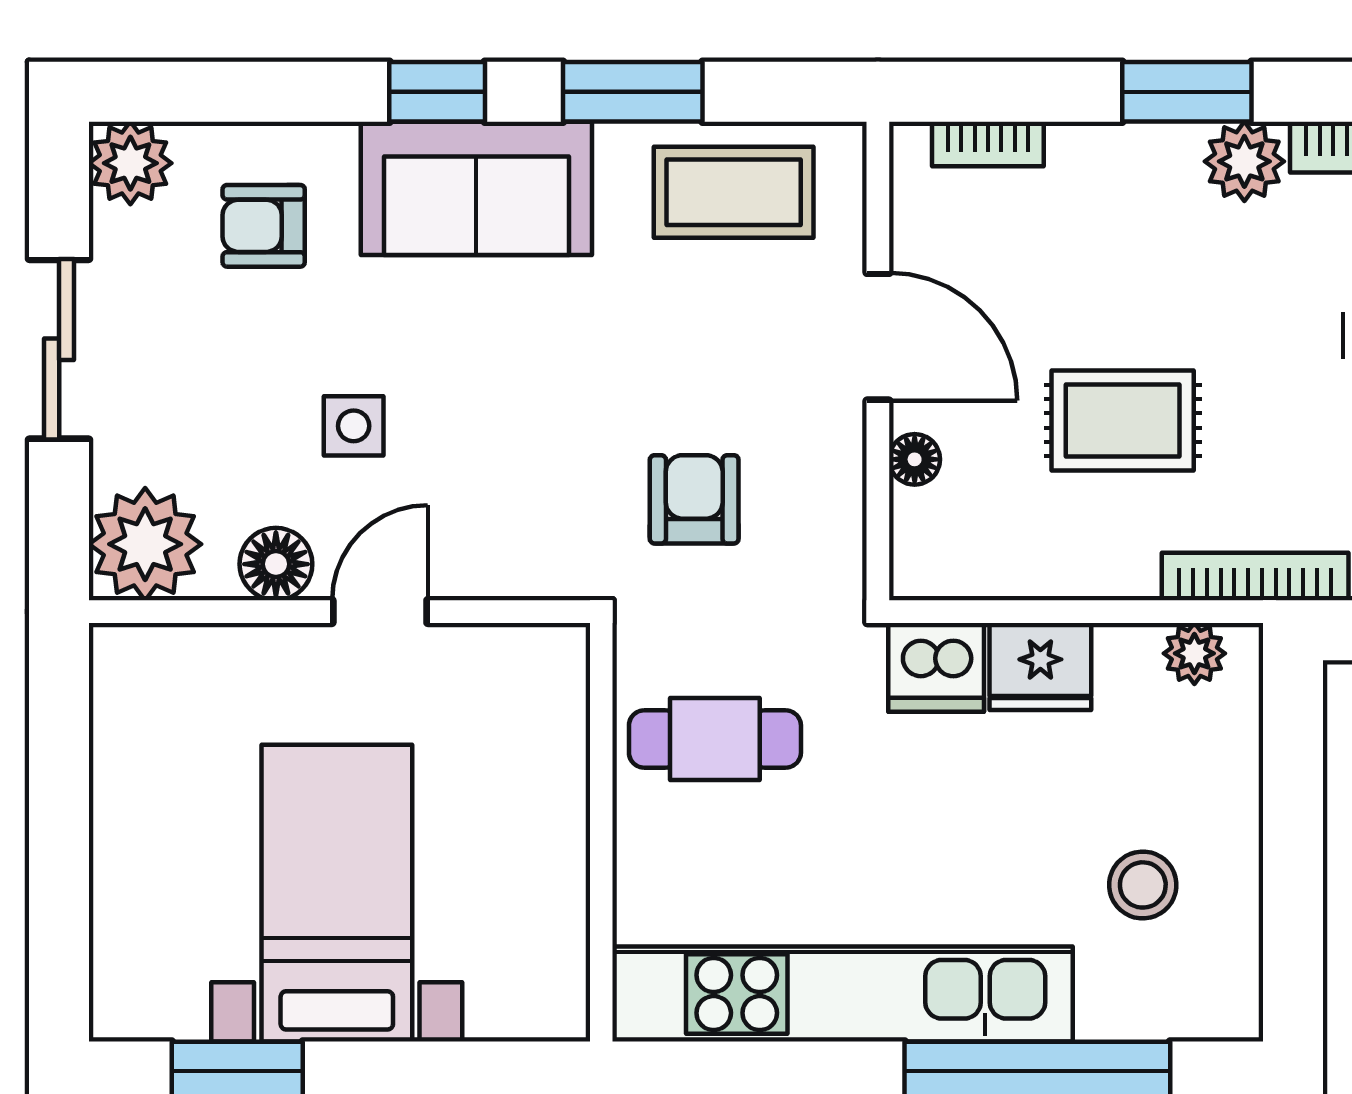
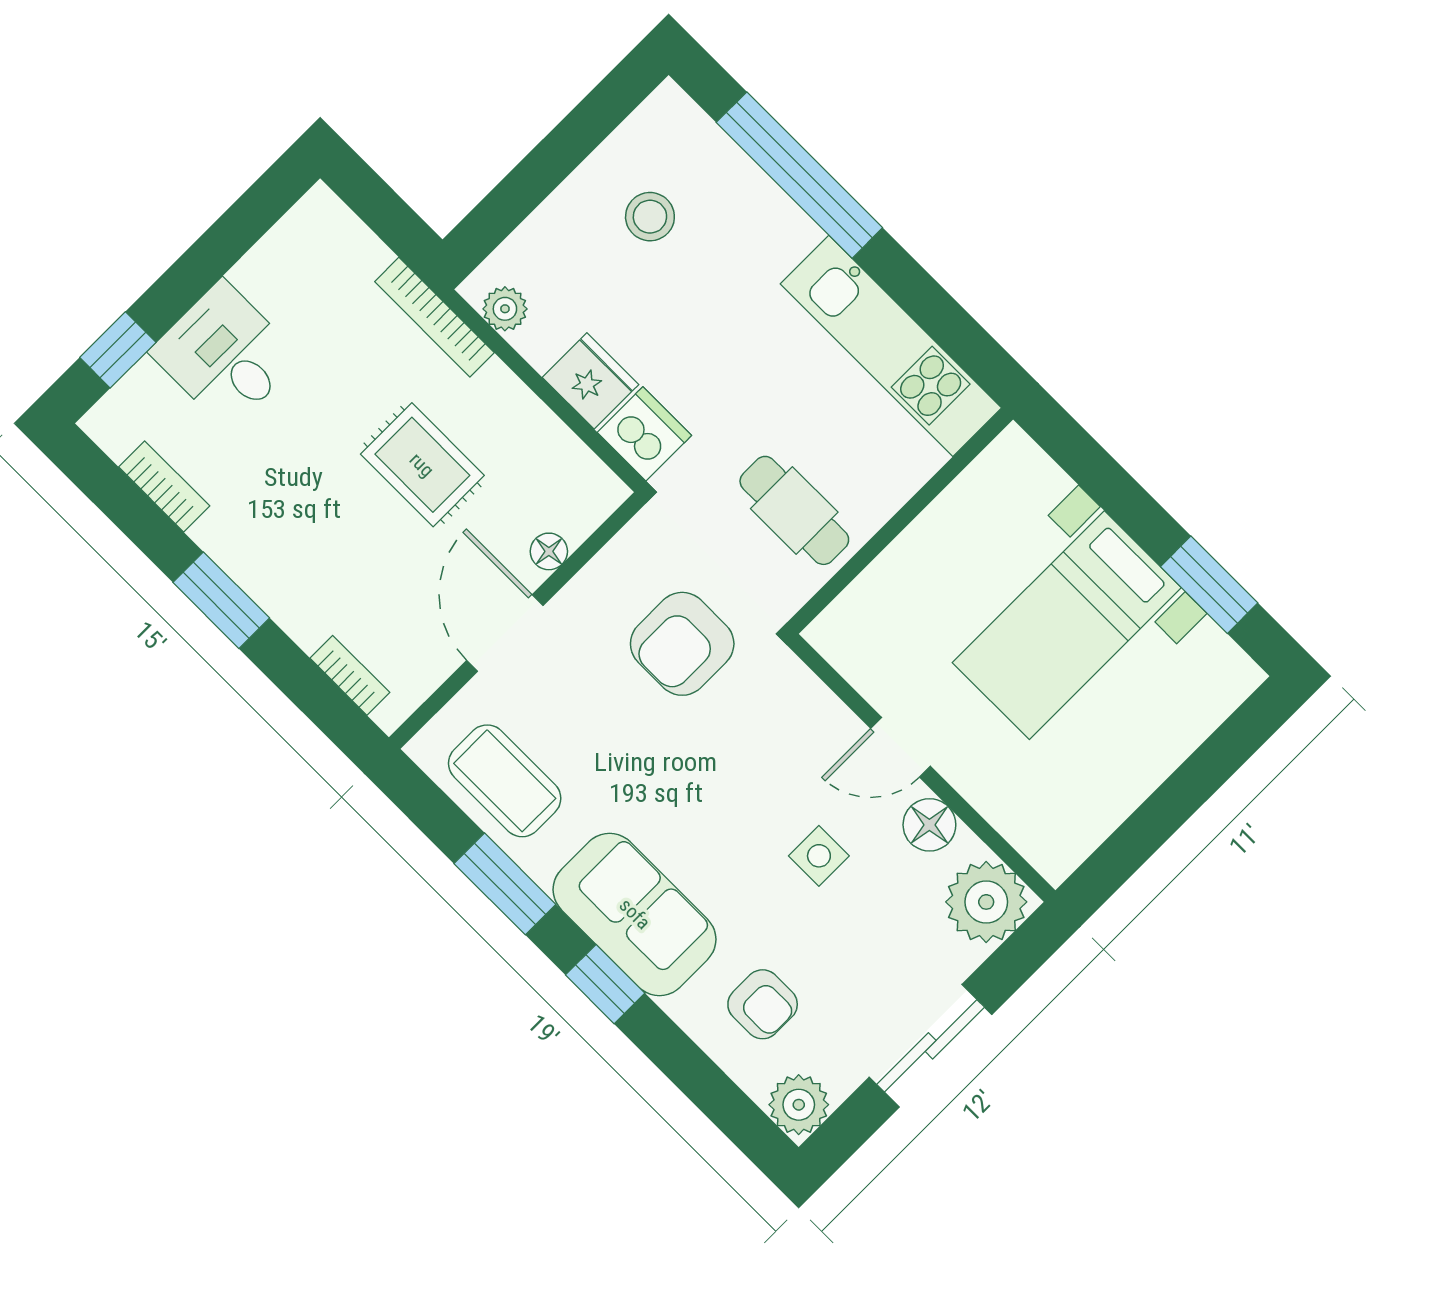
plant: (1244, 161) -> (227, 535), removed
armchair: (694, 499) -> (682, 644), width x1.38, depth x1.38
kitchen unit: (843, 994) -> (891, 346), width x0.73

